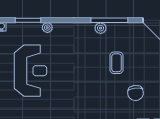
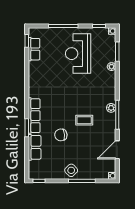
reception desk: (30, 71) -> (78, 54), turned 90

